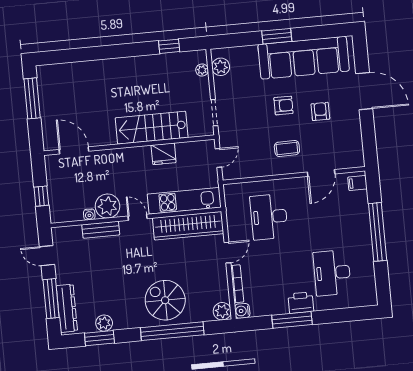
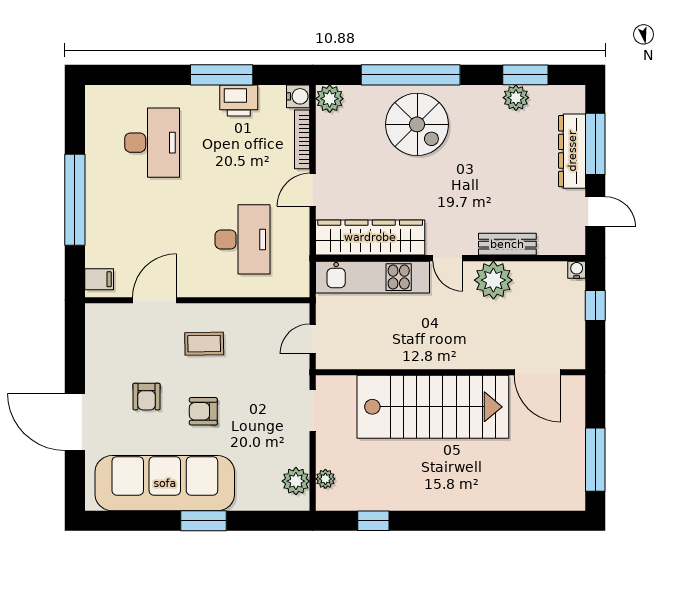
stairs: (152, 128) -> (433, 407), width x1.36, depth x1.51
fridge: (164, 154) -> (398, 354), removed
water cooler: (89, 214) -> (577, 270), moved
printer: (301, 303) -> (239, 100), moved
dresser: (67, 308) -> (572, 151), moved

